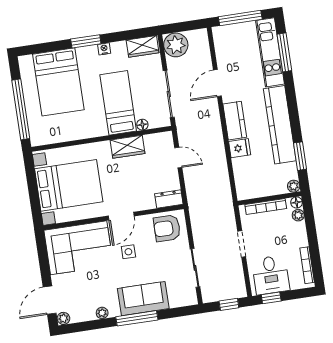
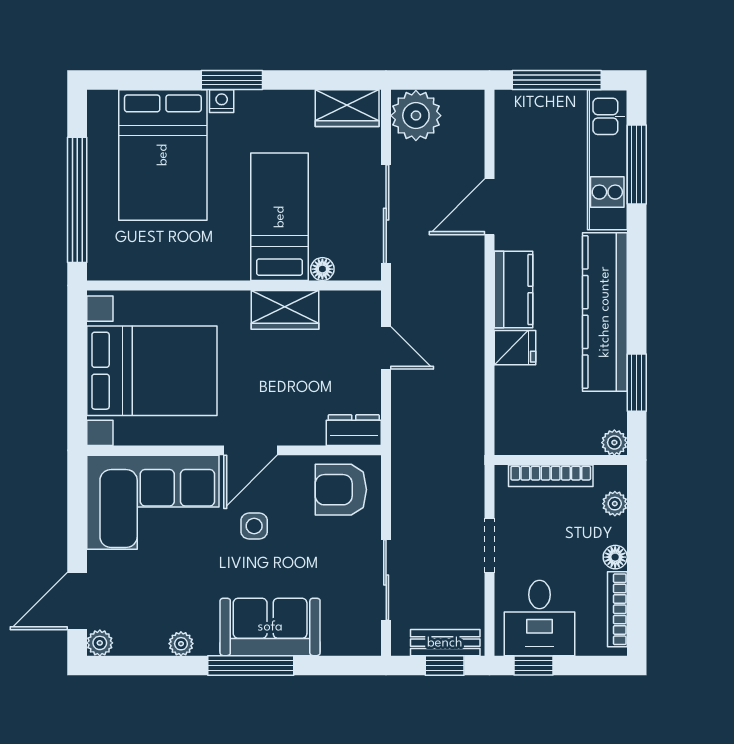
nightstand: (104, 49) -> (222, 101), moved
floor lamp: (296, 202) -> (615, 557), moved
bench: (228, 293) -> (445, 643), added

